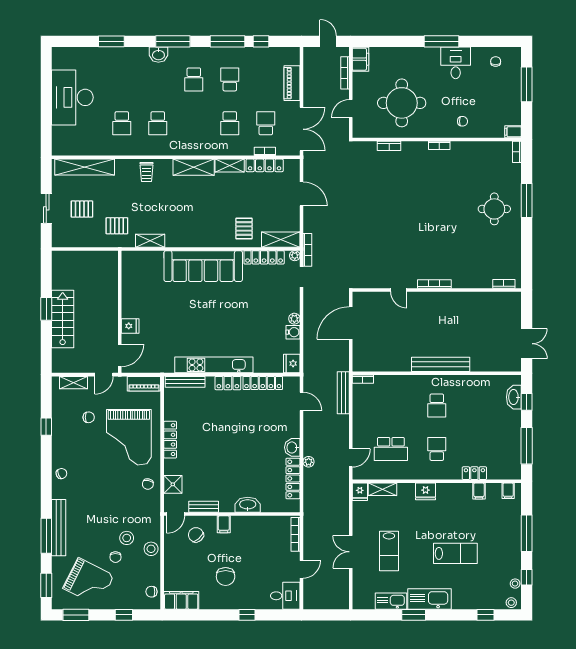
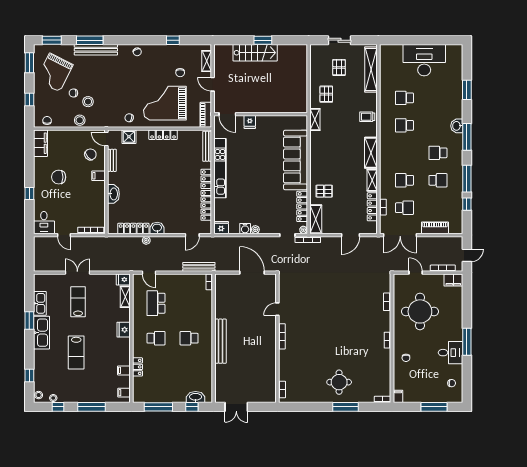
wall: (120, 312) -> (261, 114), moved
fridge: (130, 326) -> (250, 122), moved
door: (120, 355) -> (227, 114), moved
lab bench: (389, 551) -> (78, 302), turned 90

